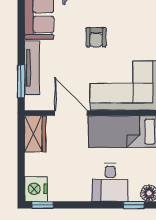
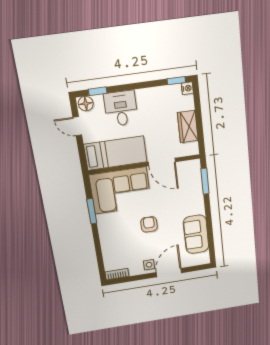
tv unit: (32, 68) -> (197, 193), removed
wardrobe: (35, 134) -> (188, 127), moved
nightstand: (36, 189) -> (187, 88), width x0.53, depth x0.56

